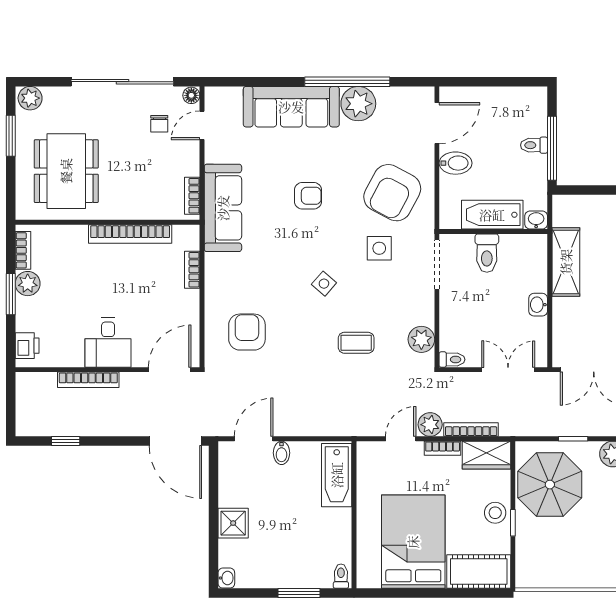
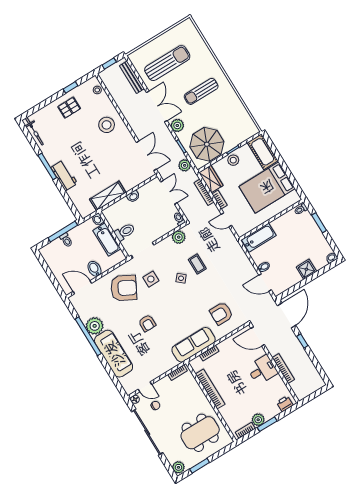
armchair: (308, 196) -> (147, 323), turned 180
sofa: (223, 208) -> (194, 345), moved
side table: (324, 284) -> (181, 278), moved
double door: (508, 370) -> (169, 192), swing flipped
plant: (430, 425) -> (185, 165), moved
window: (66, 441) -> (302, 341), moved

